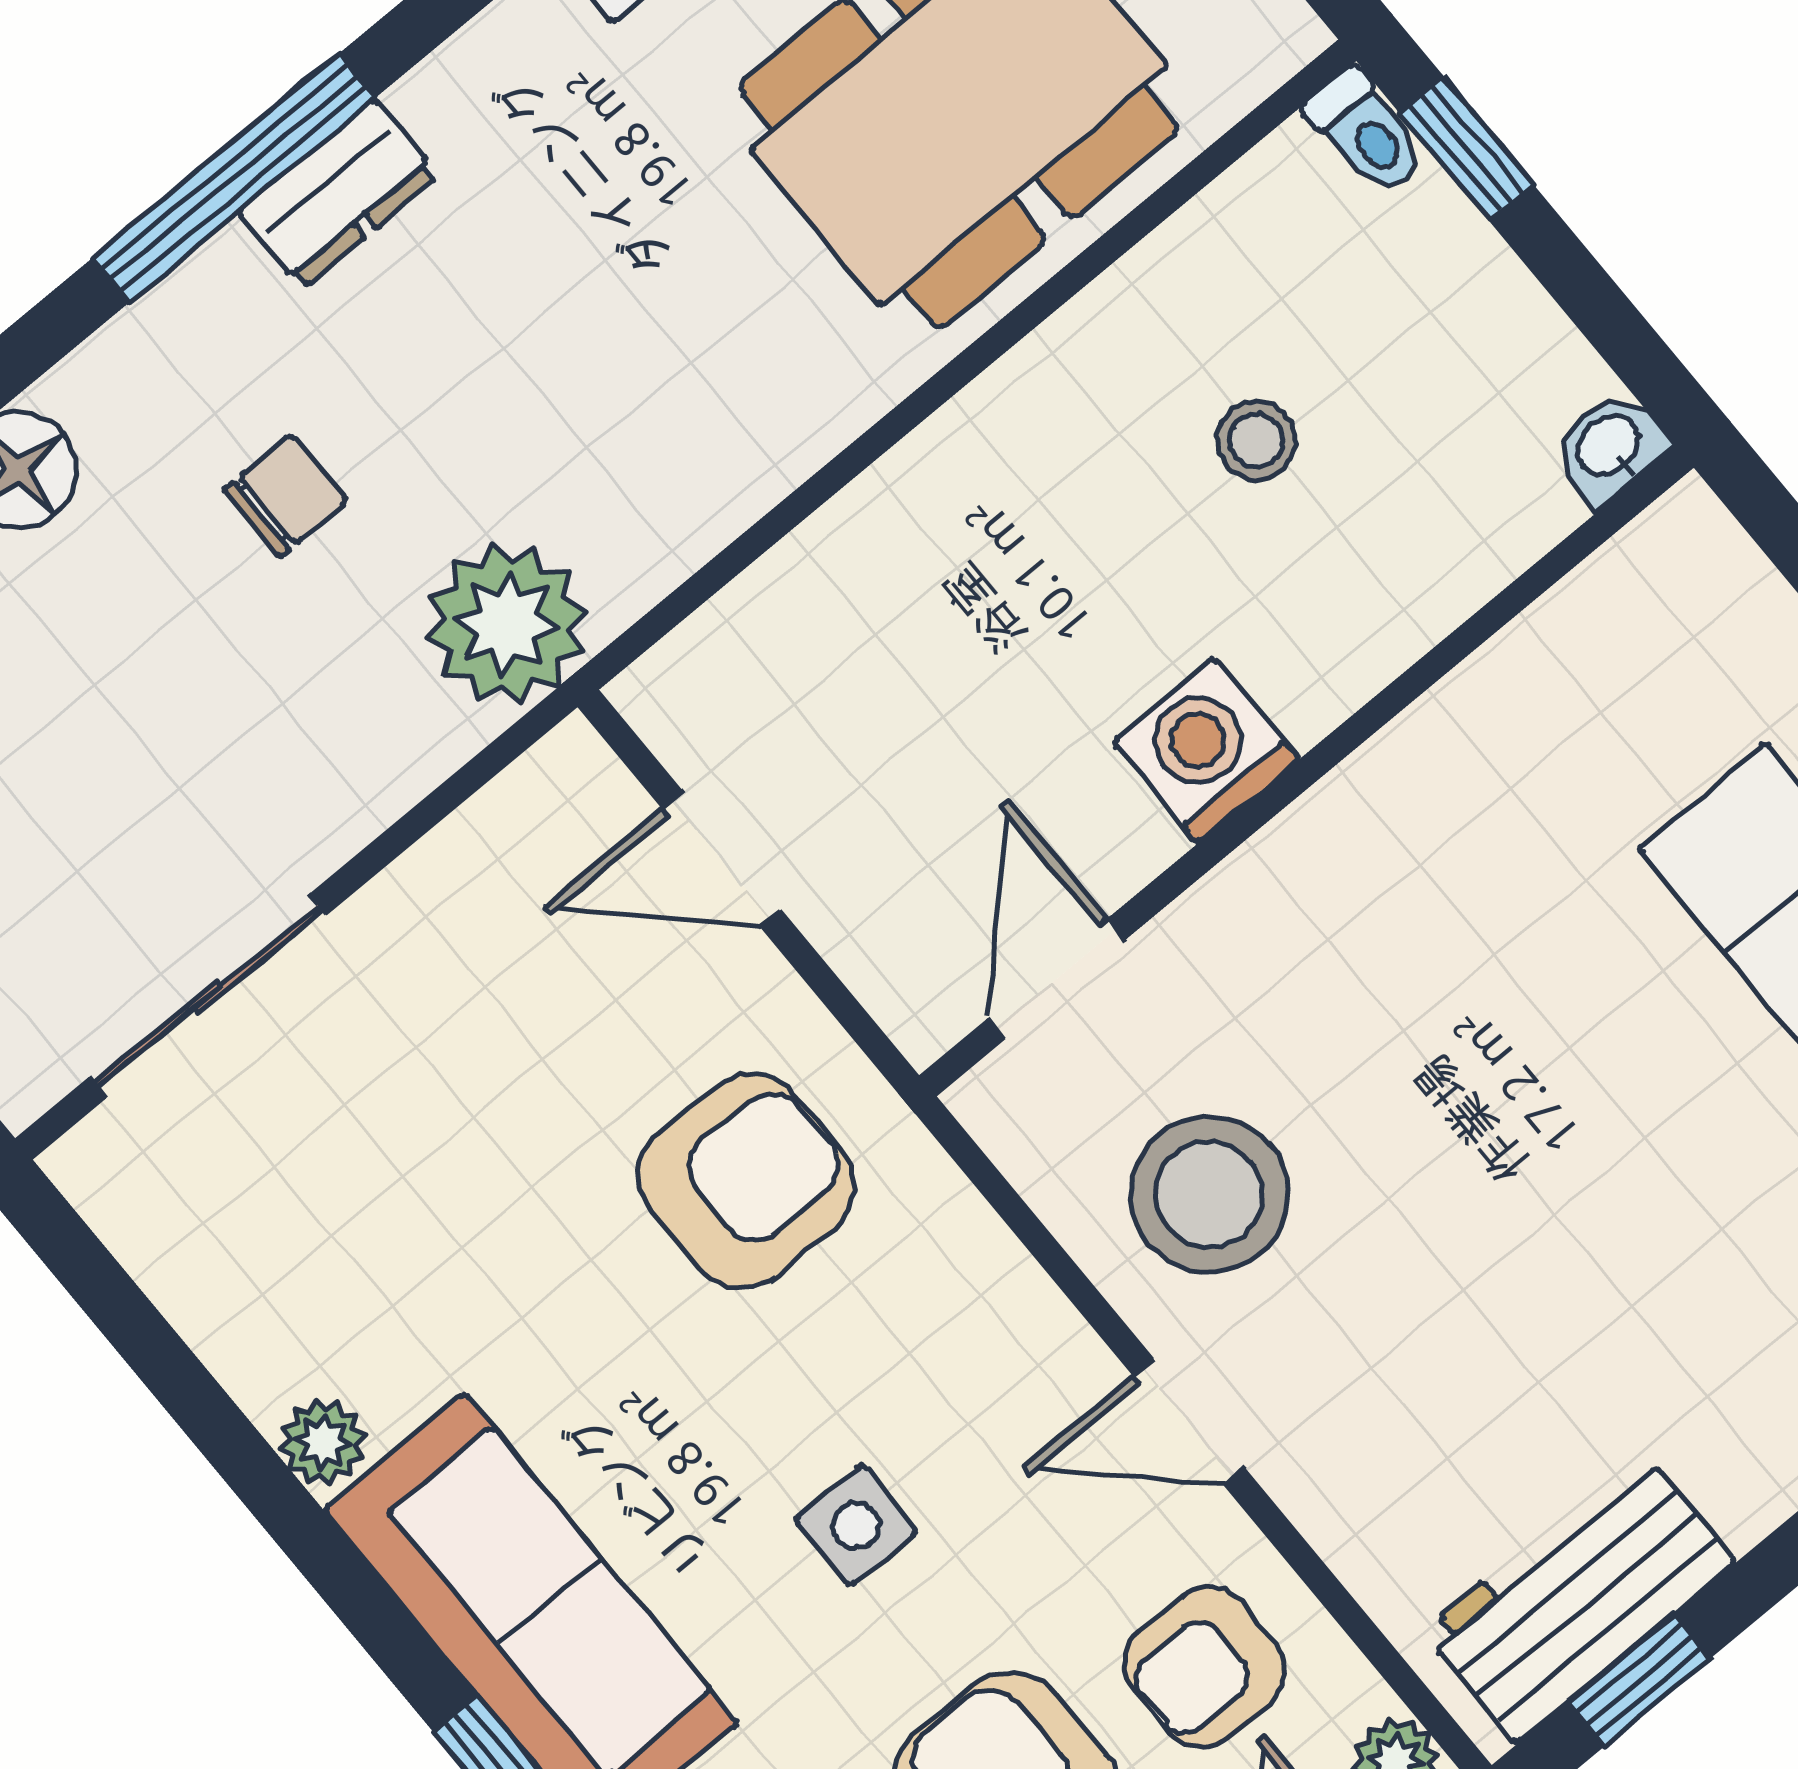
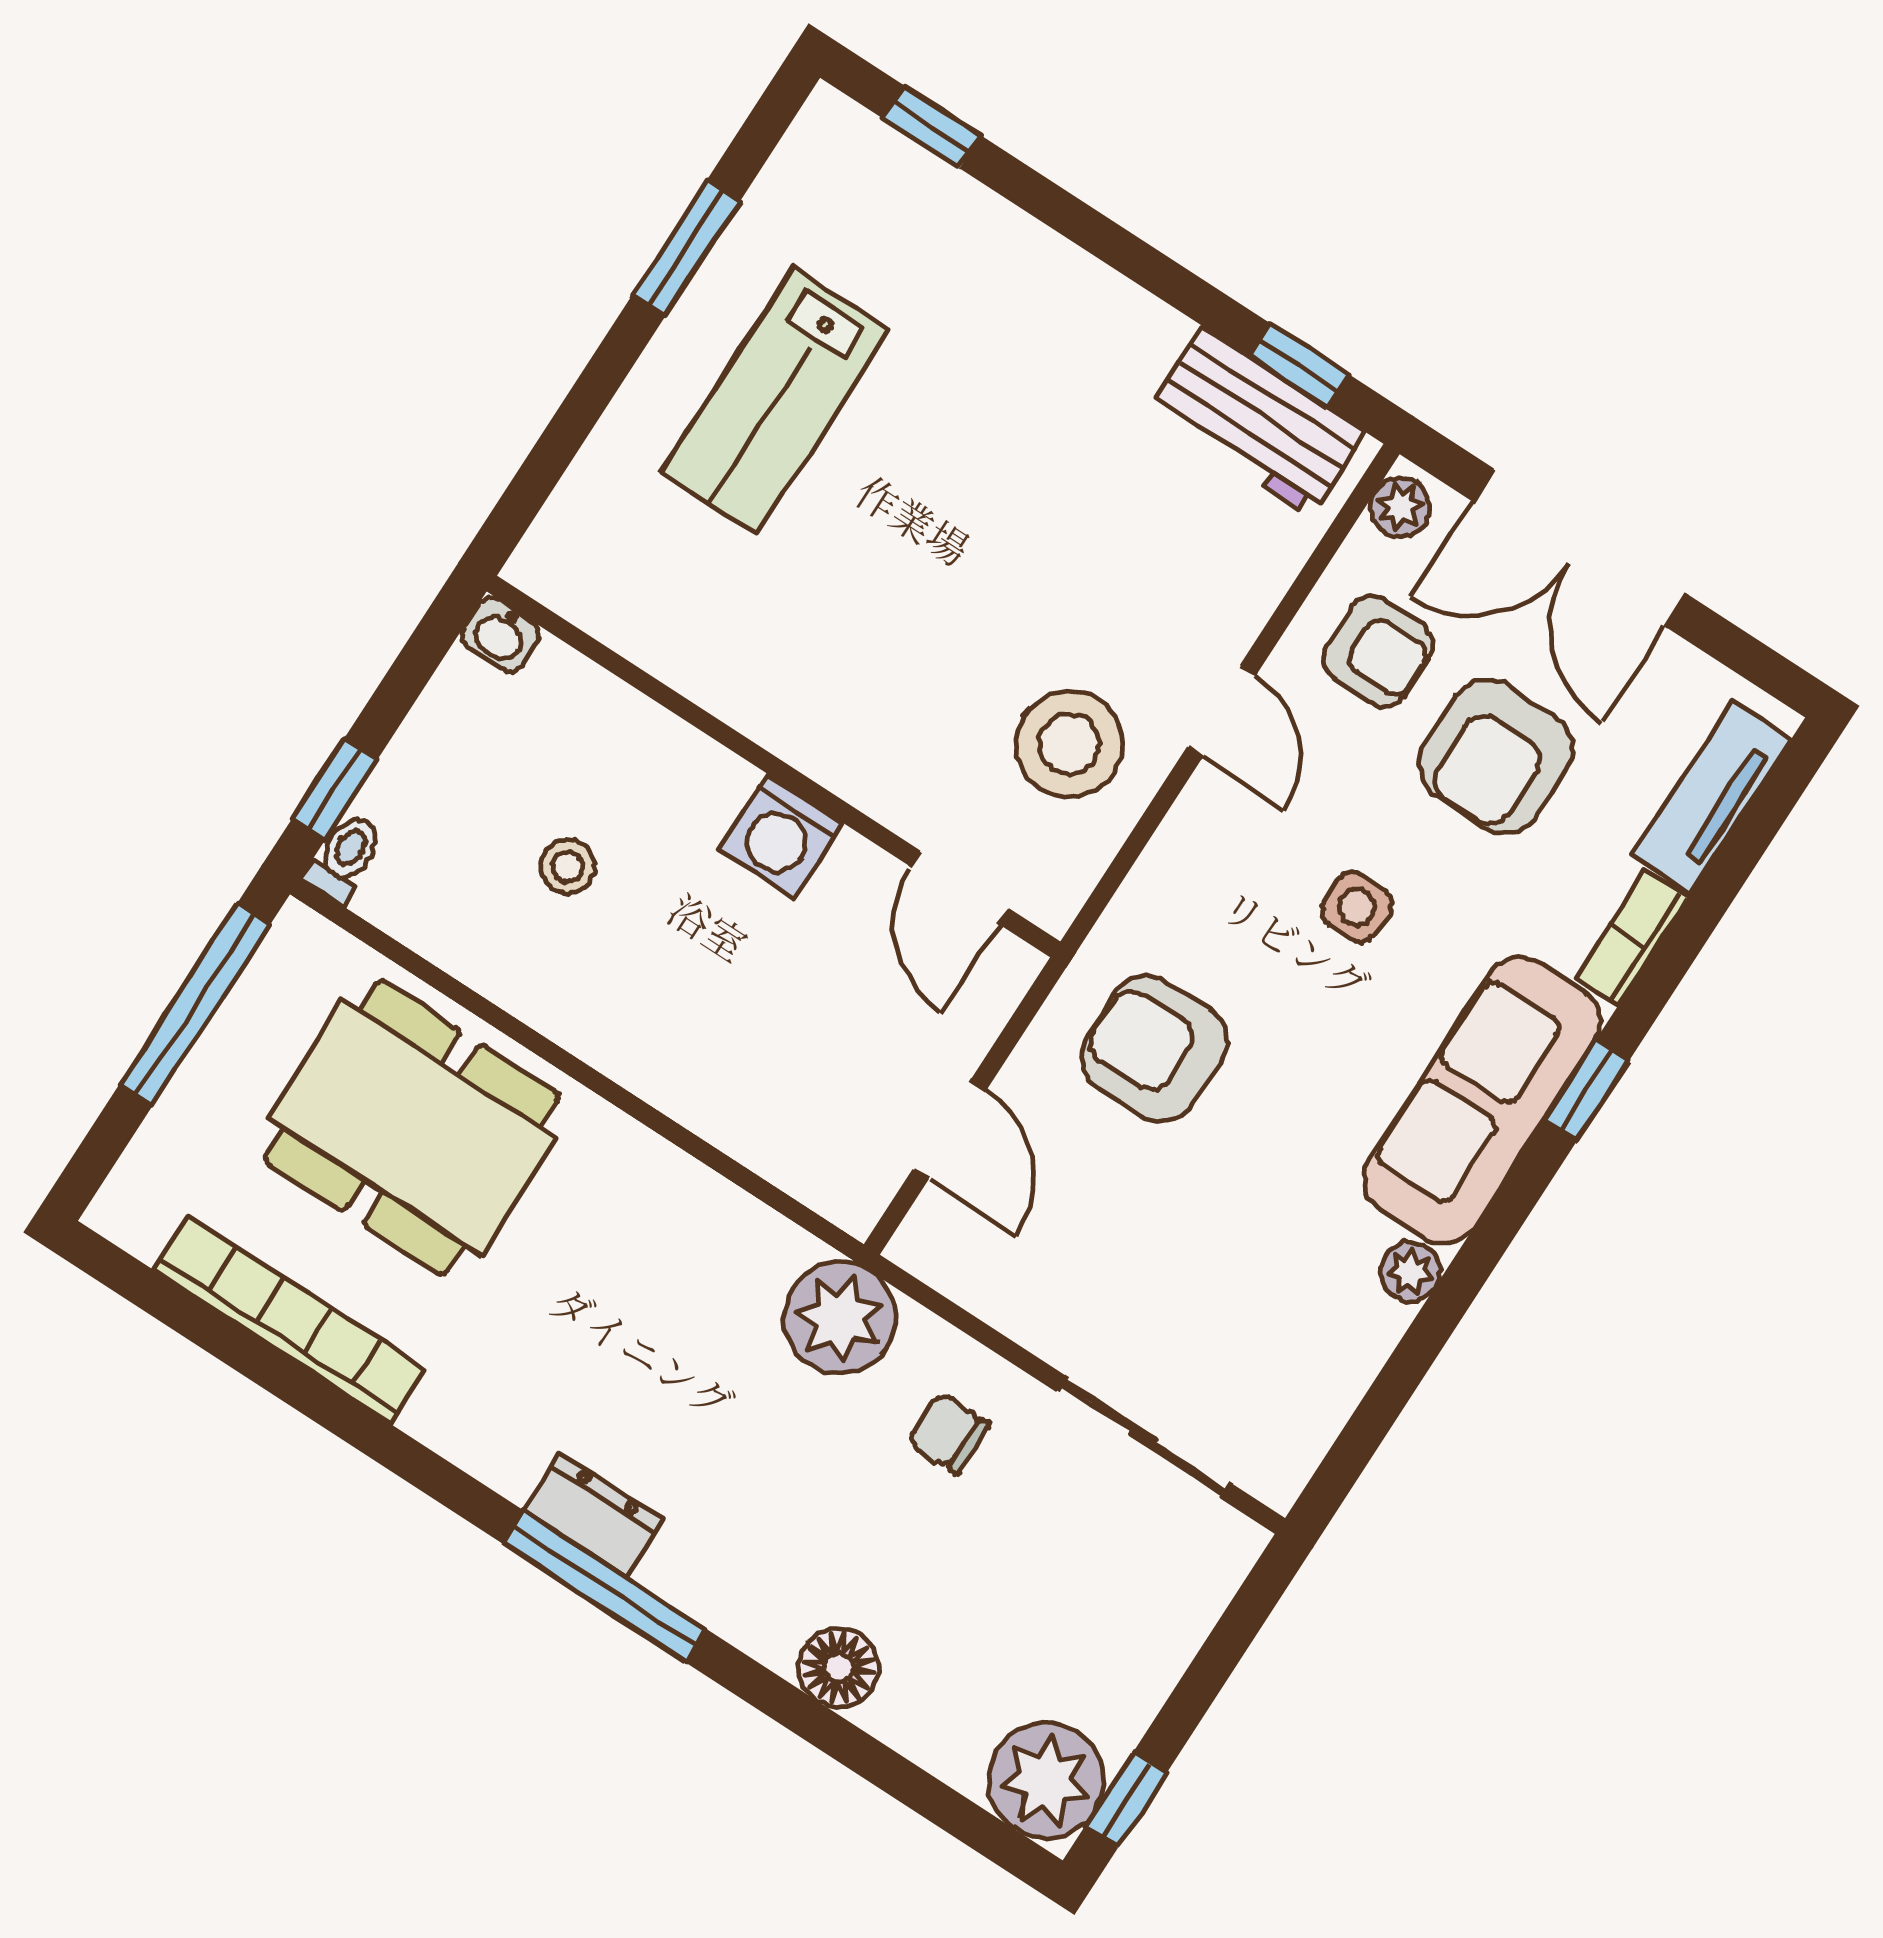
chair: (285, 496) -> (949, 1433), moved
door: (1056, 979) -> (960, 887), hinge flipped

